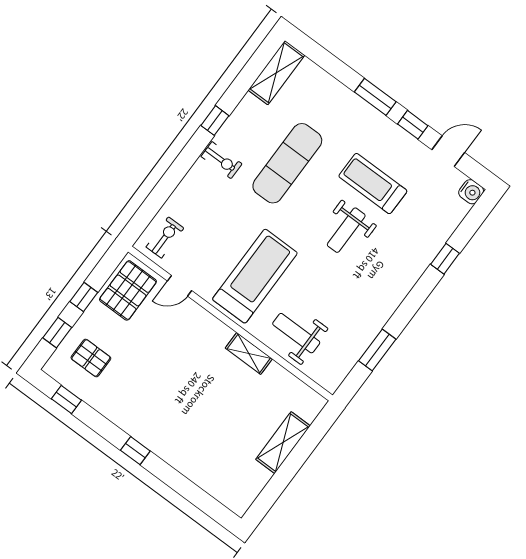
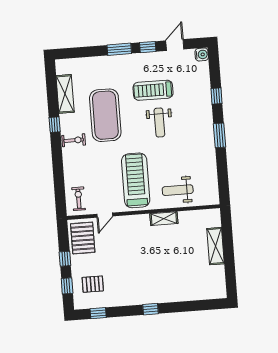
shelving: (276, 73) -> (65, 94), moved
exercise mat: (287, 163) -> (105, 115), width x1.47
window: (377, 350) -> (220, 135), moved

